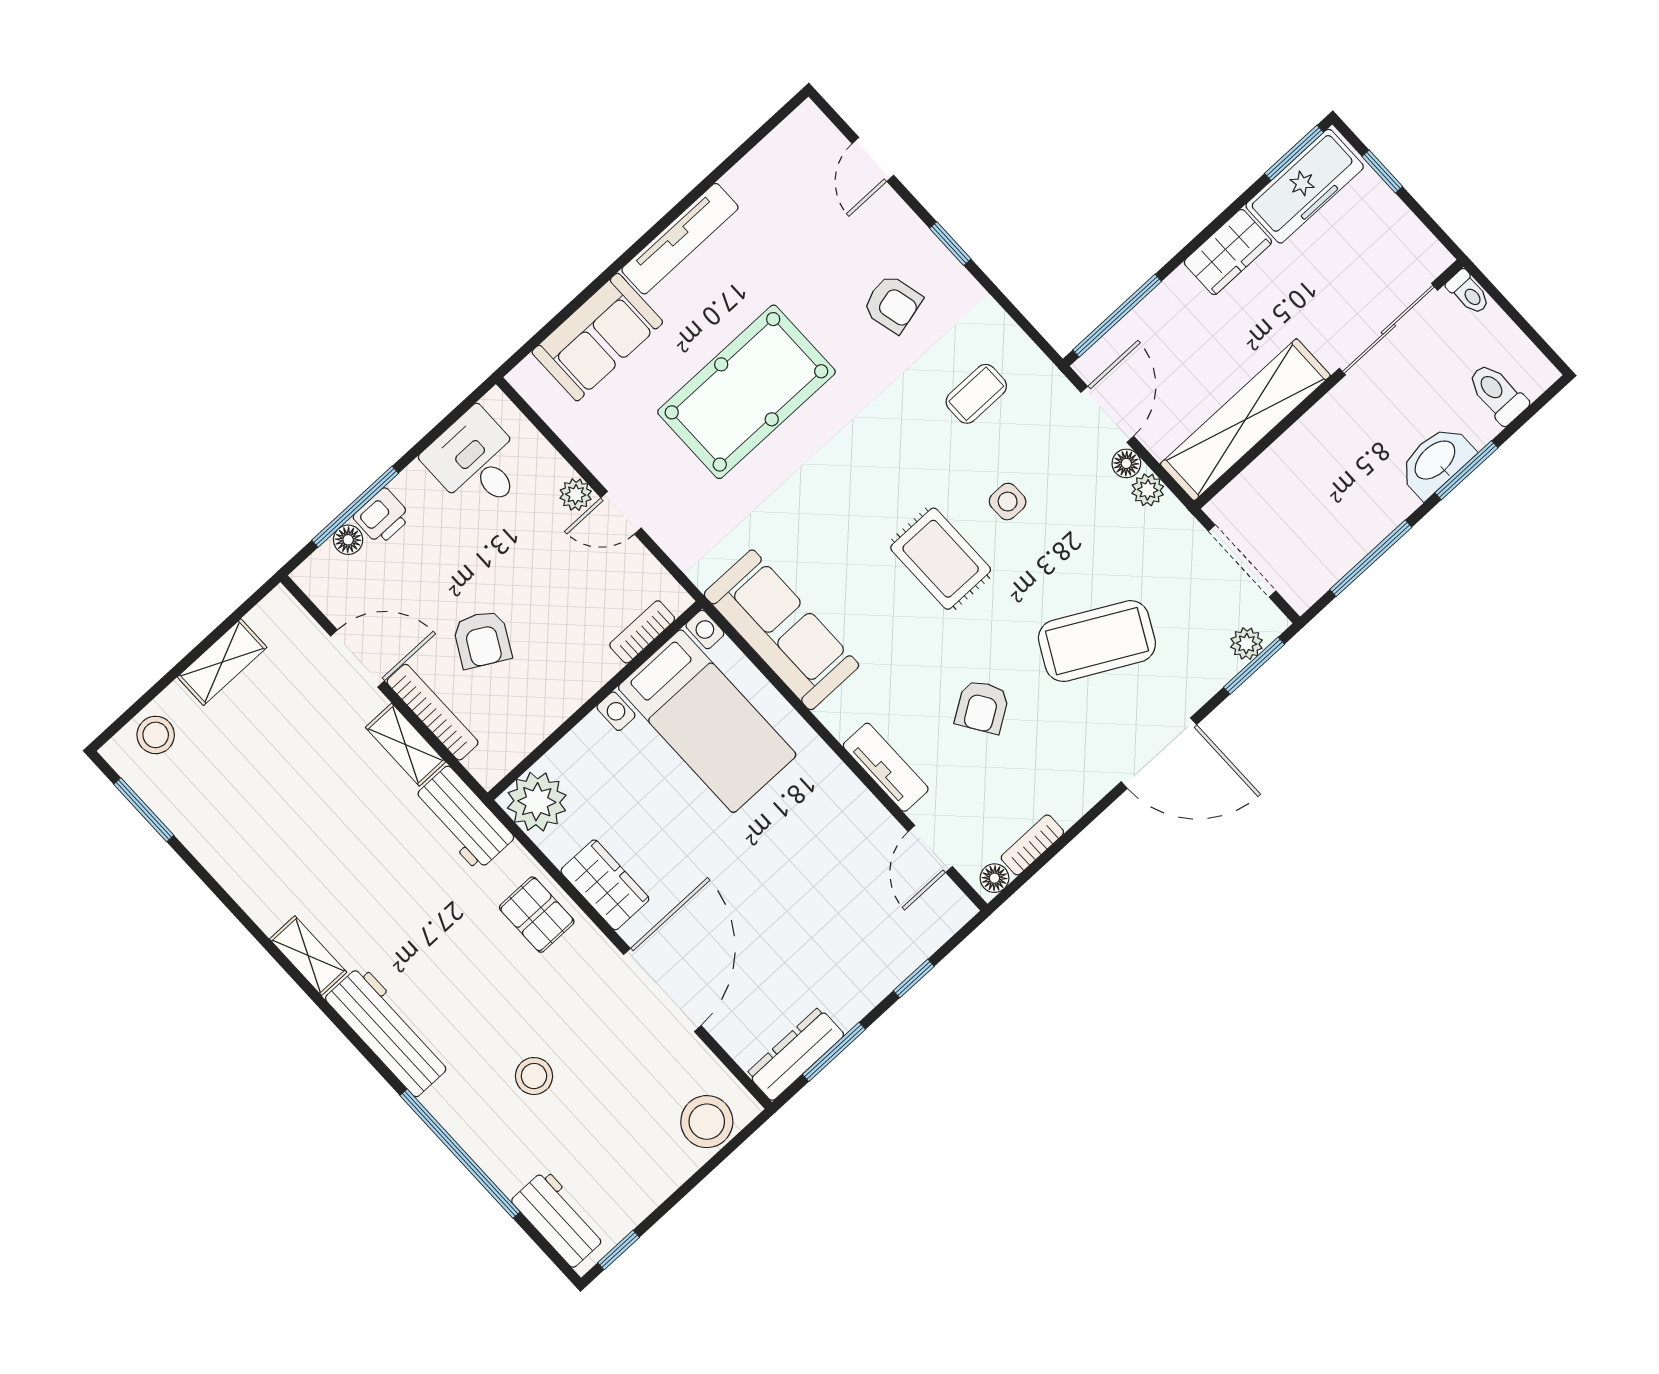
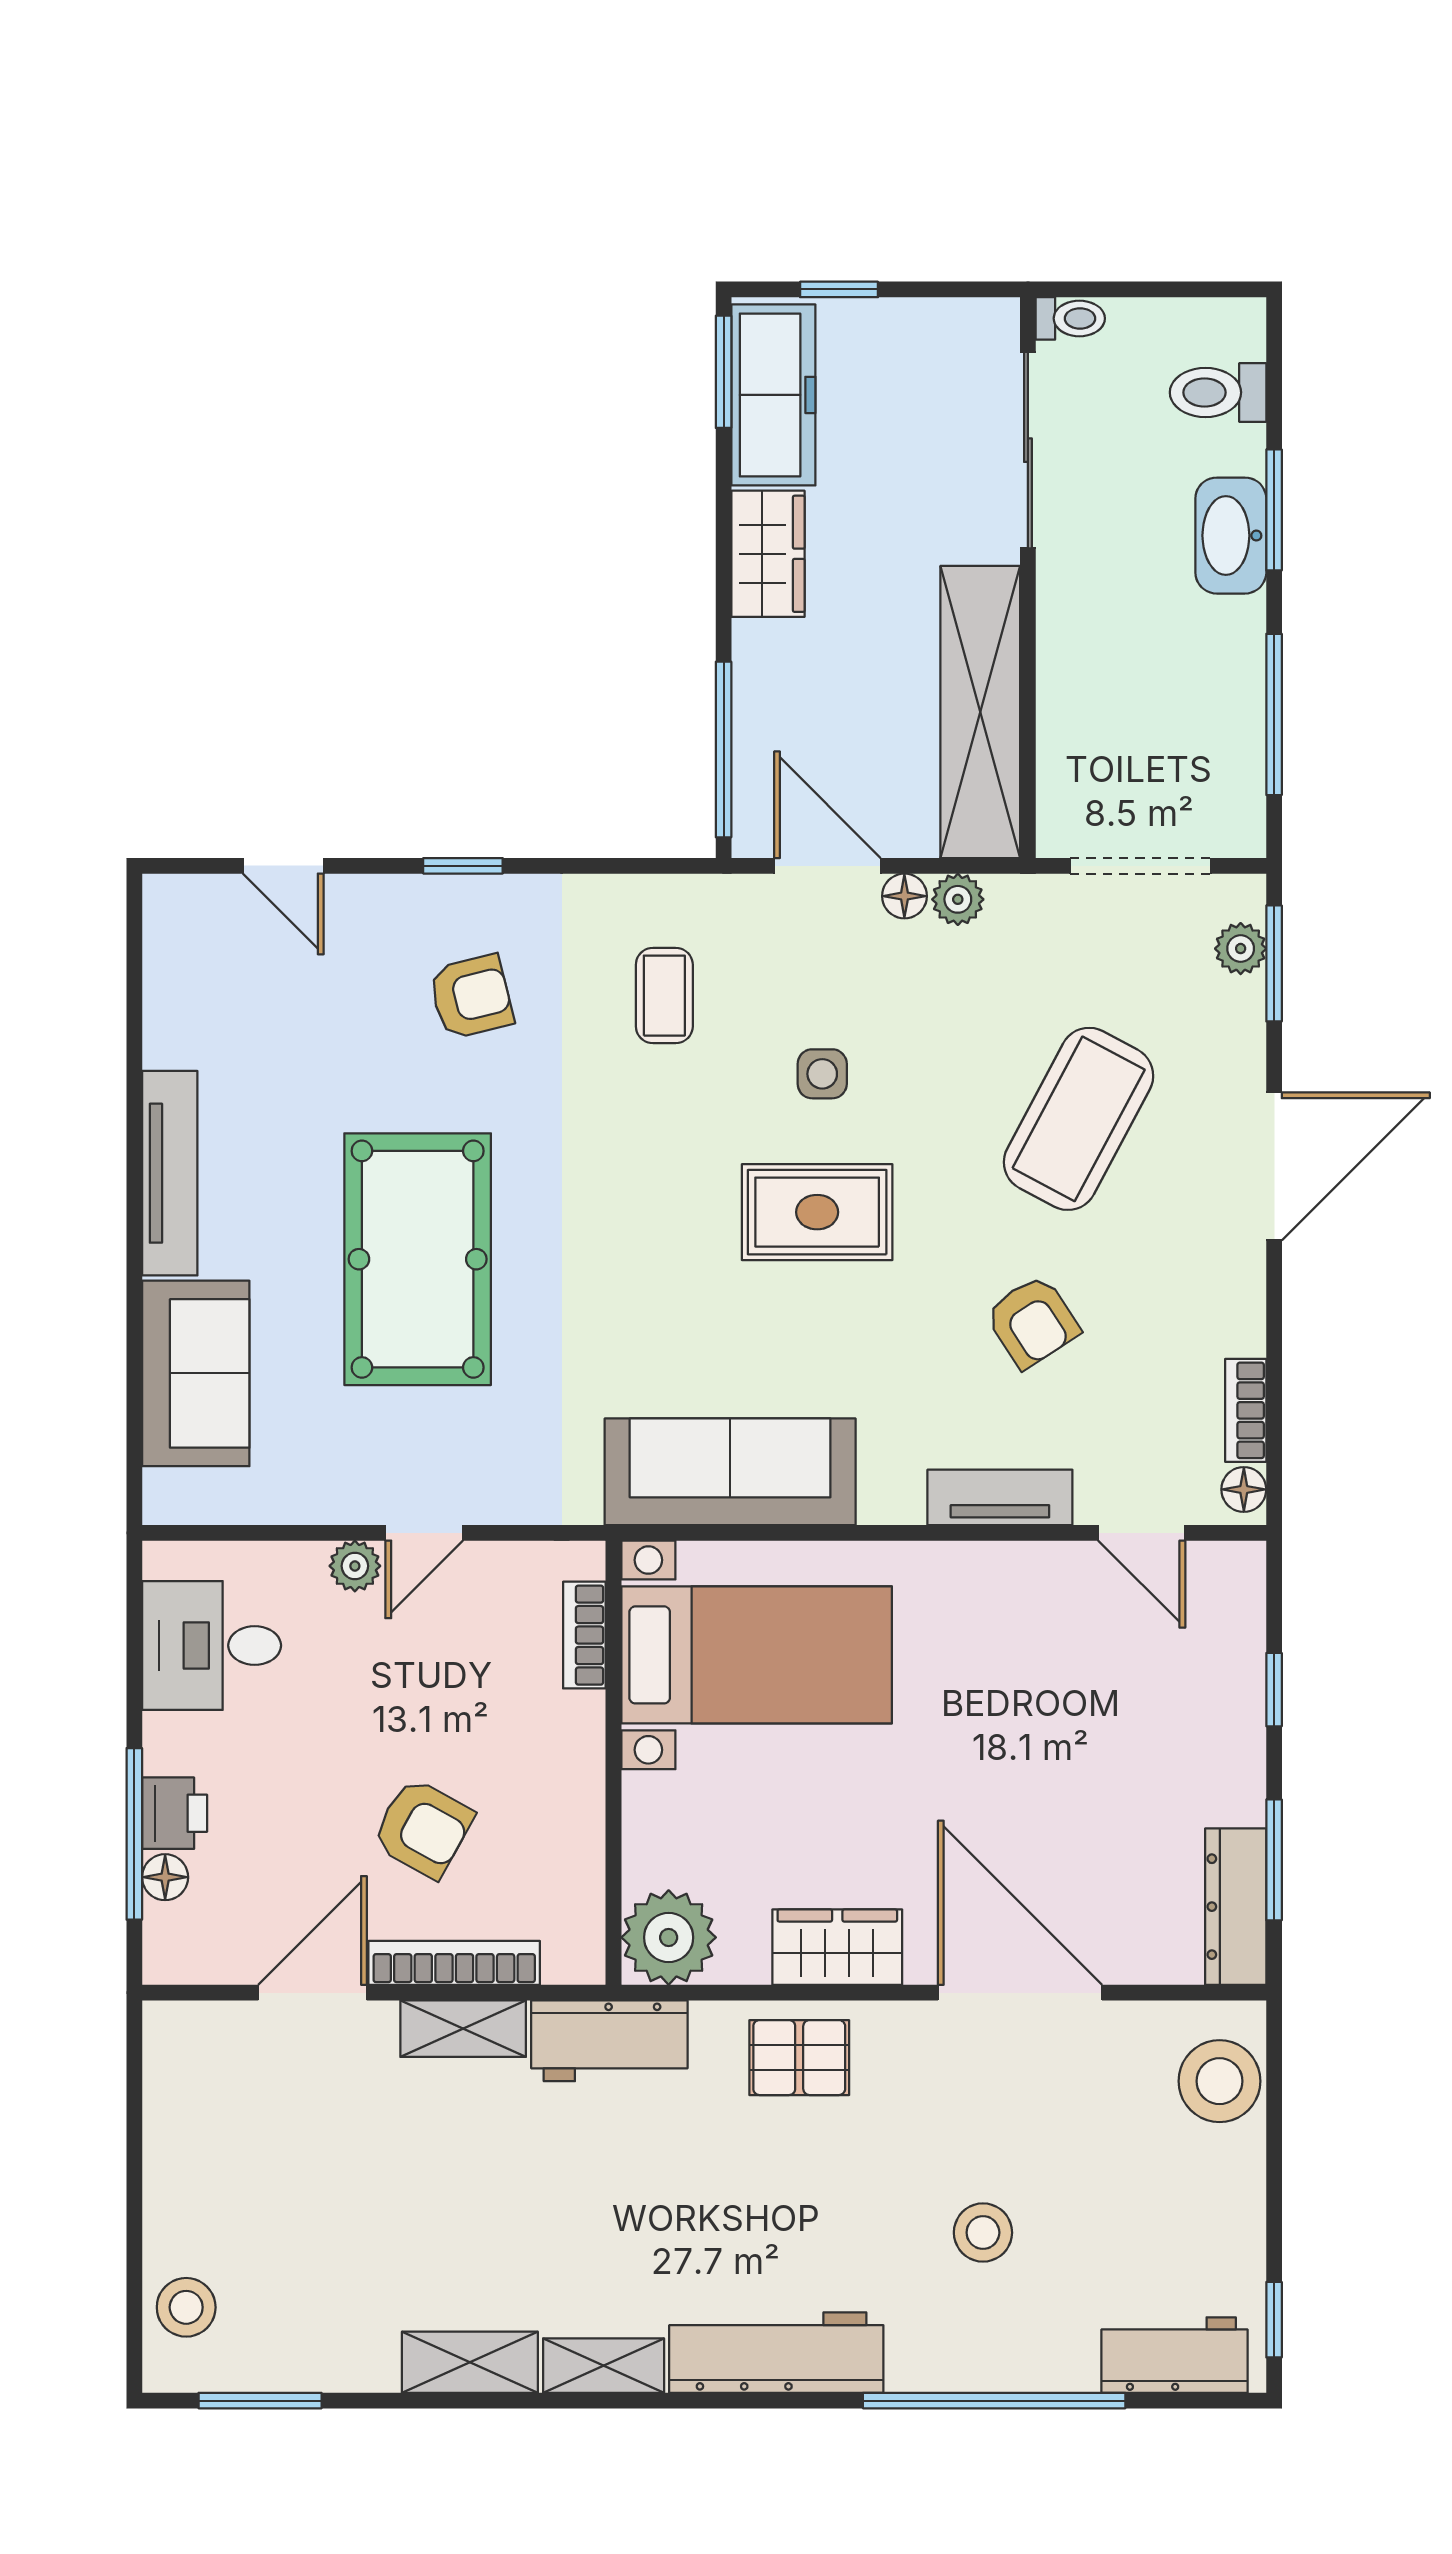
shelving: (222, 662) -> (470, 2362), moved, turned 90

